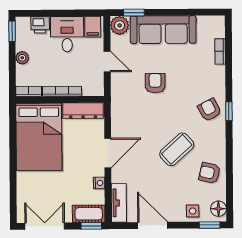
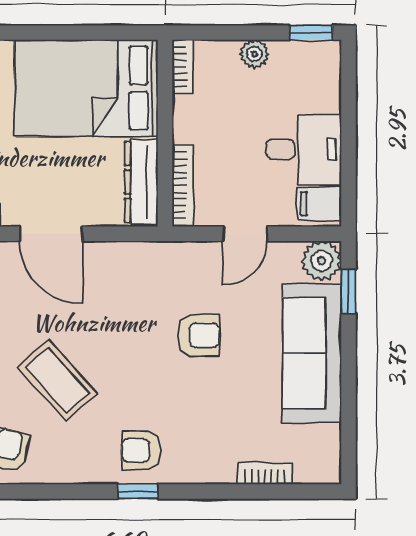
printer: (40, 25) -> (324, 92), removed
bookcase: (62, 91) -> (183, 186), moved
armchair: (210, 110) -> (141, 450), turned -152

